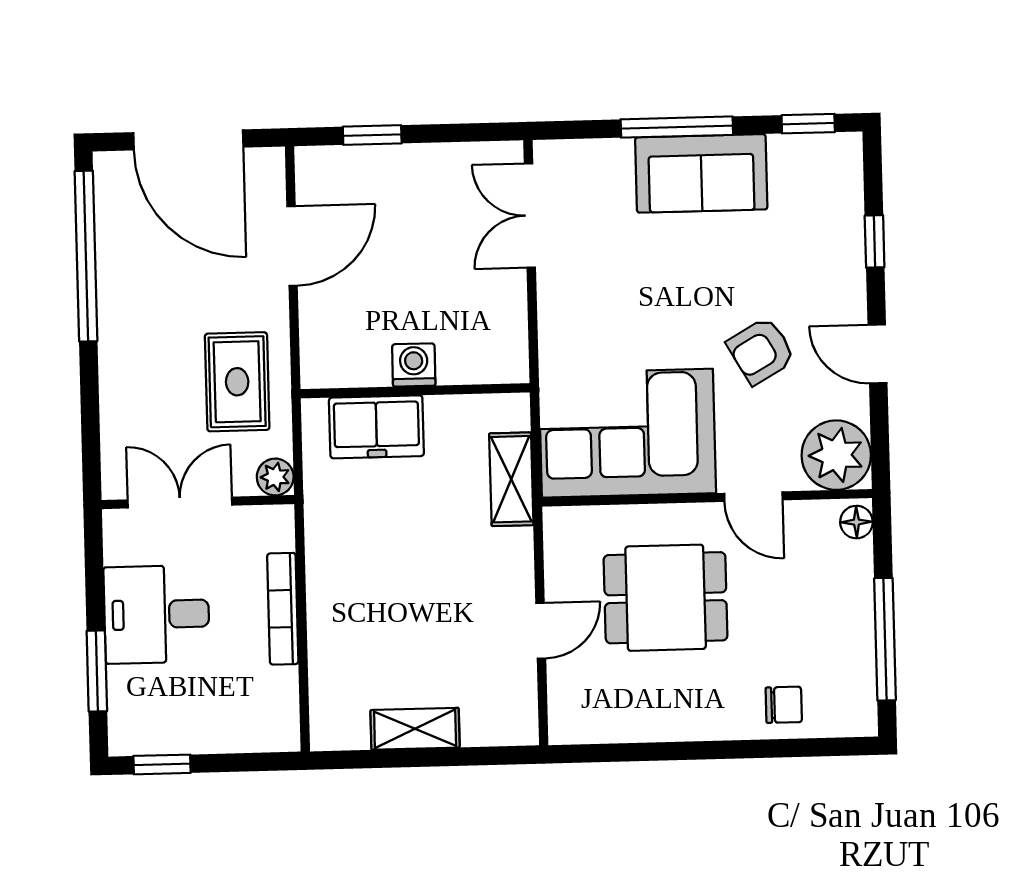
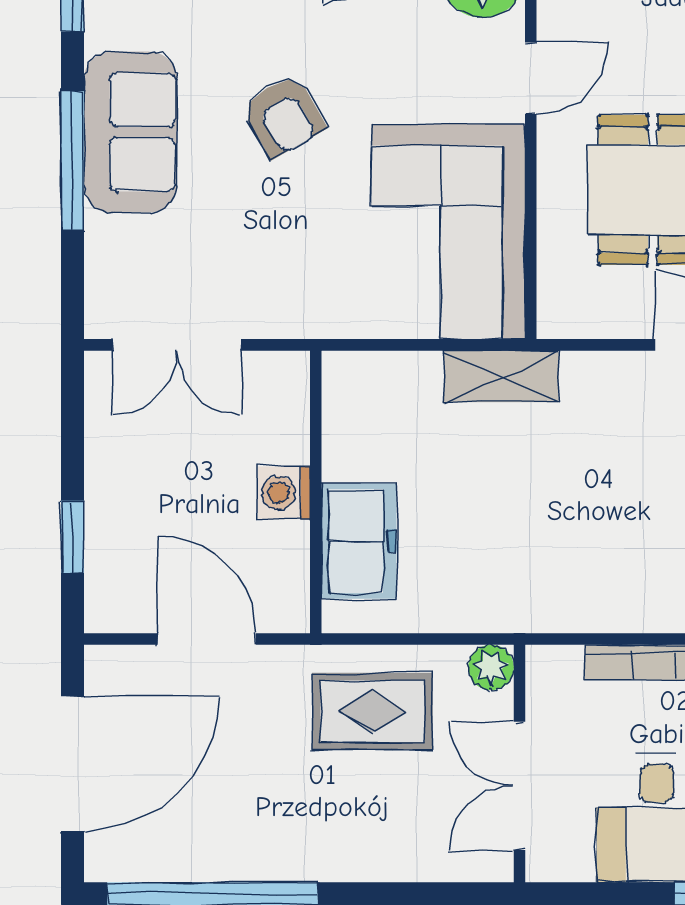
armchair: (761, 351) -> (283, 116), moved
washing machine: (414, 365) -> (284, 493), moved
wall: (415, 391) -> (316, 492), moved
freezer: (376, 427) -> (359, 541), moved

